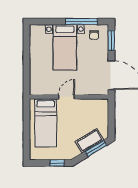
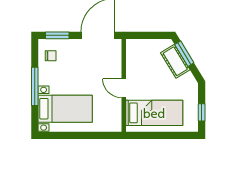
window: (82, 22) -> (35, 86), moved
bed with nightstands: (65, 47) -> (65, 109), moved
window: (57, 163) -> (202, 112), moved

